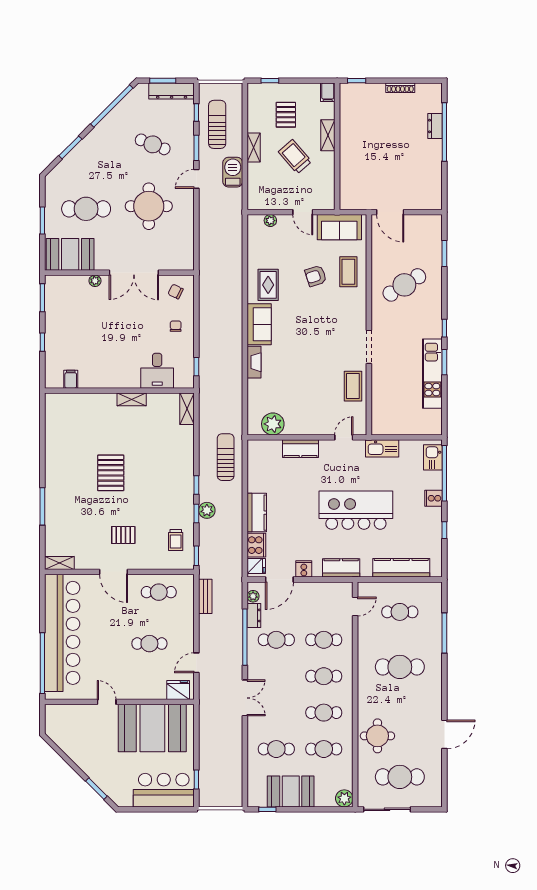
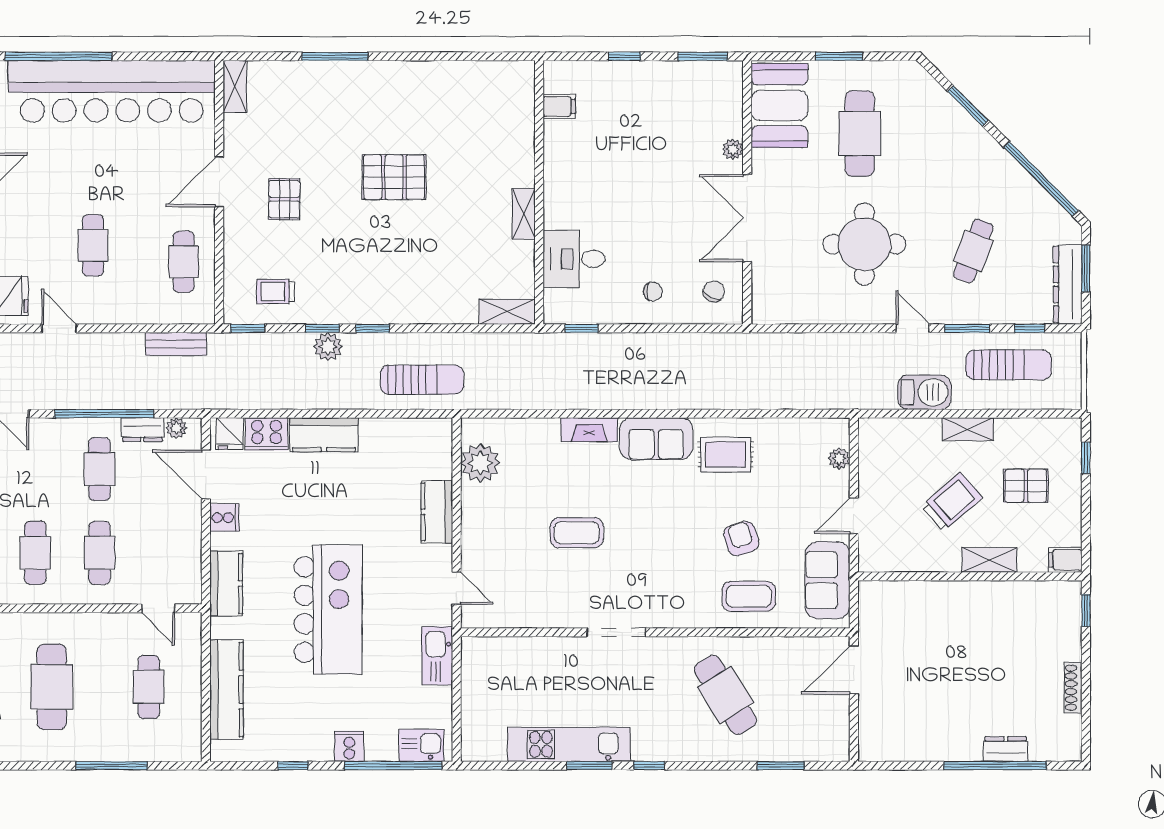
coffee table: (353, 386) -> (577, 533), moved

